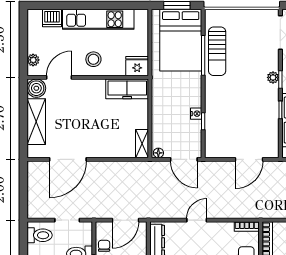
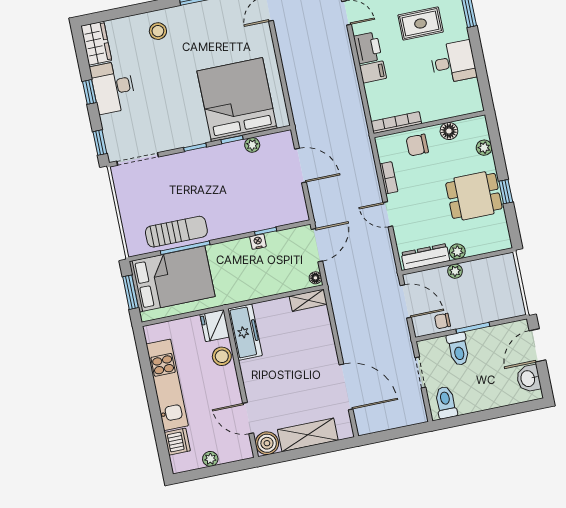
stool: (93, 59) -> (222, 356), moved
plant: (33, 60) -> (210, 459), moved
plant: (273, 77) -> (252, 145), moved
bookcase: (247, 227) -> (389, 178), moved

